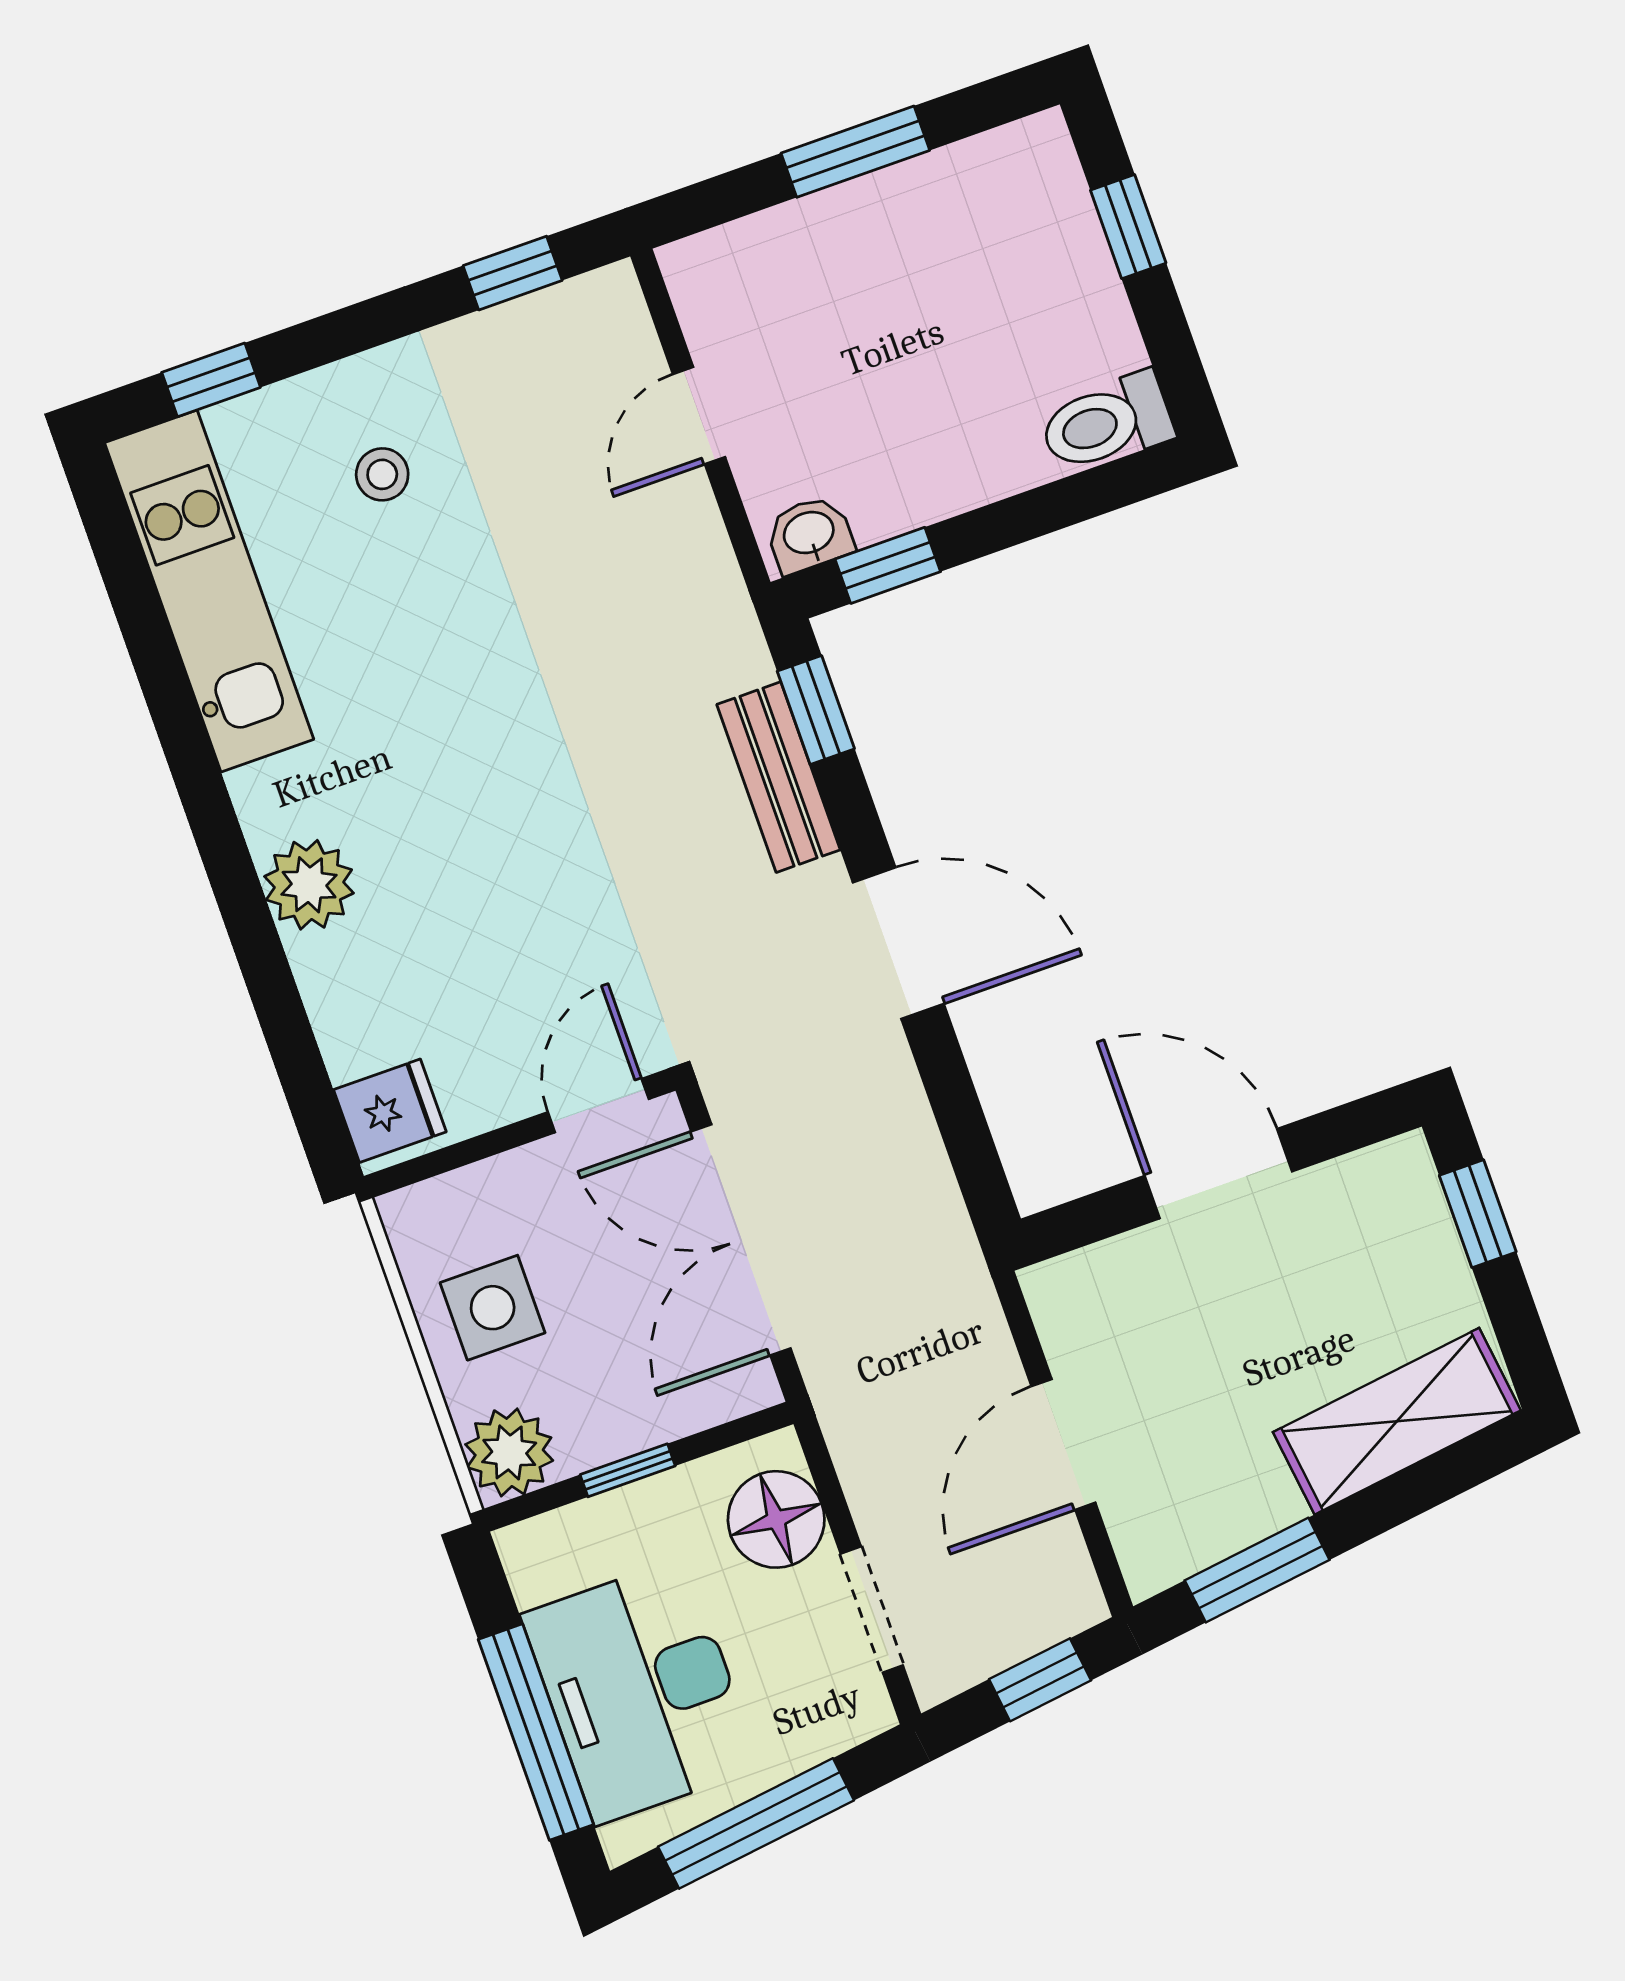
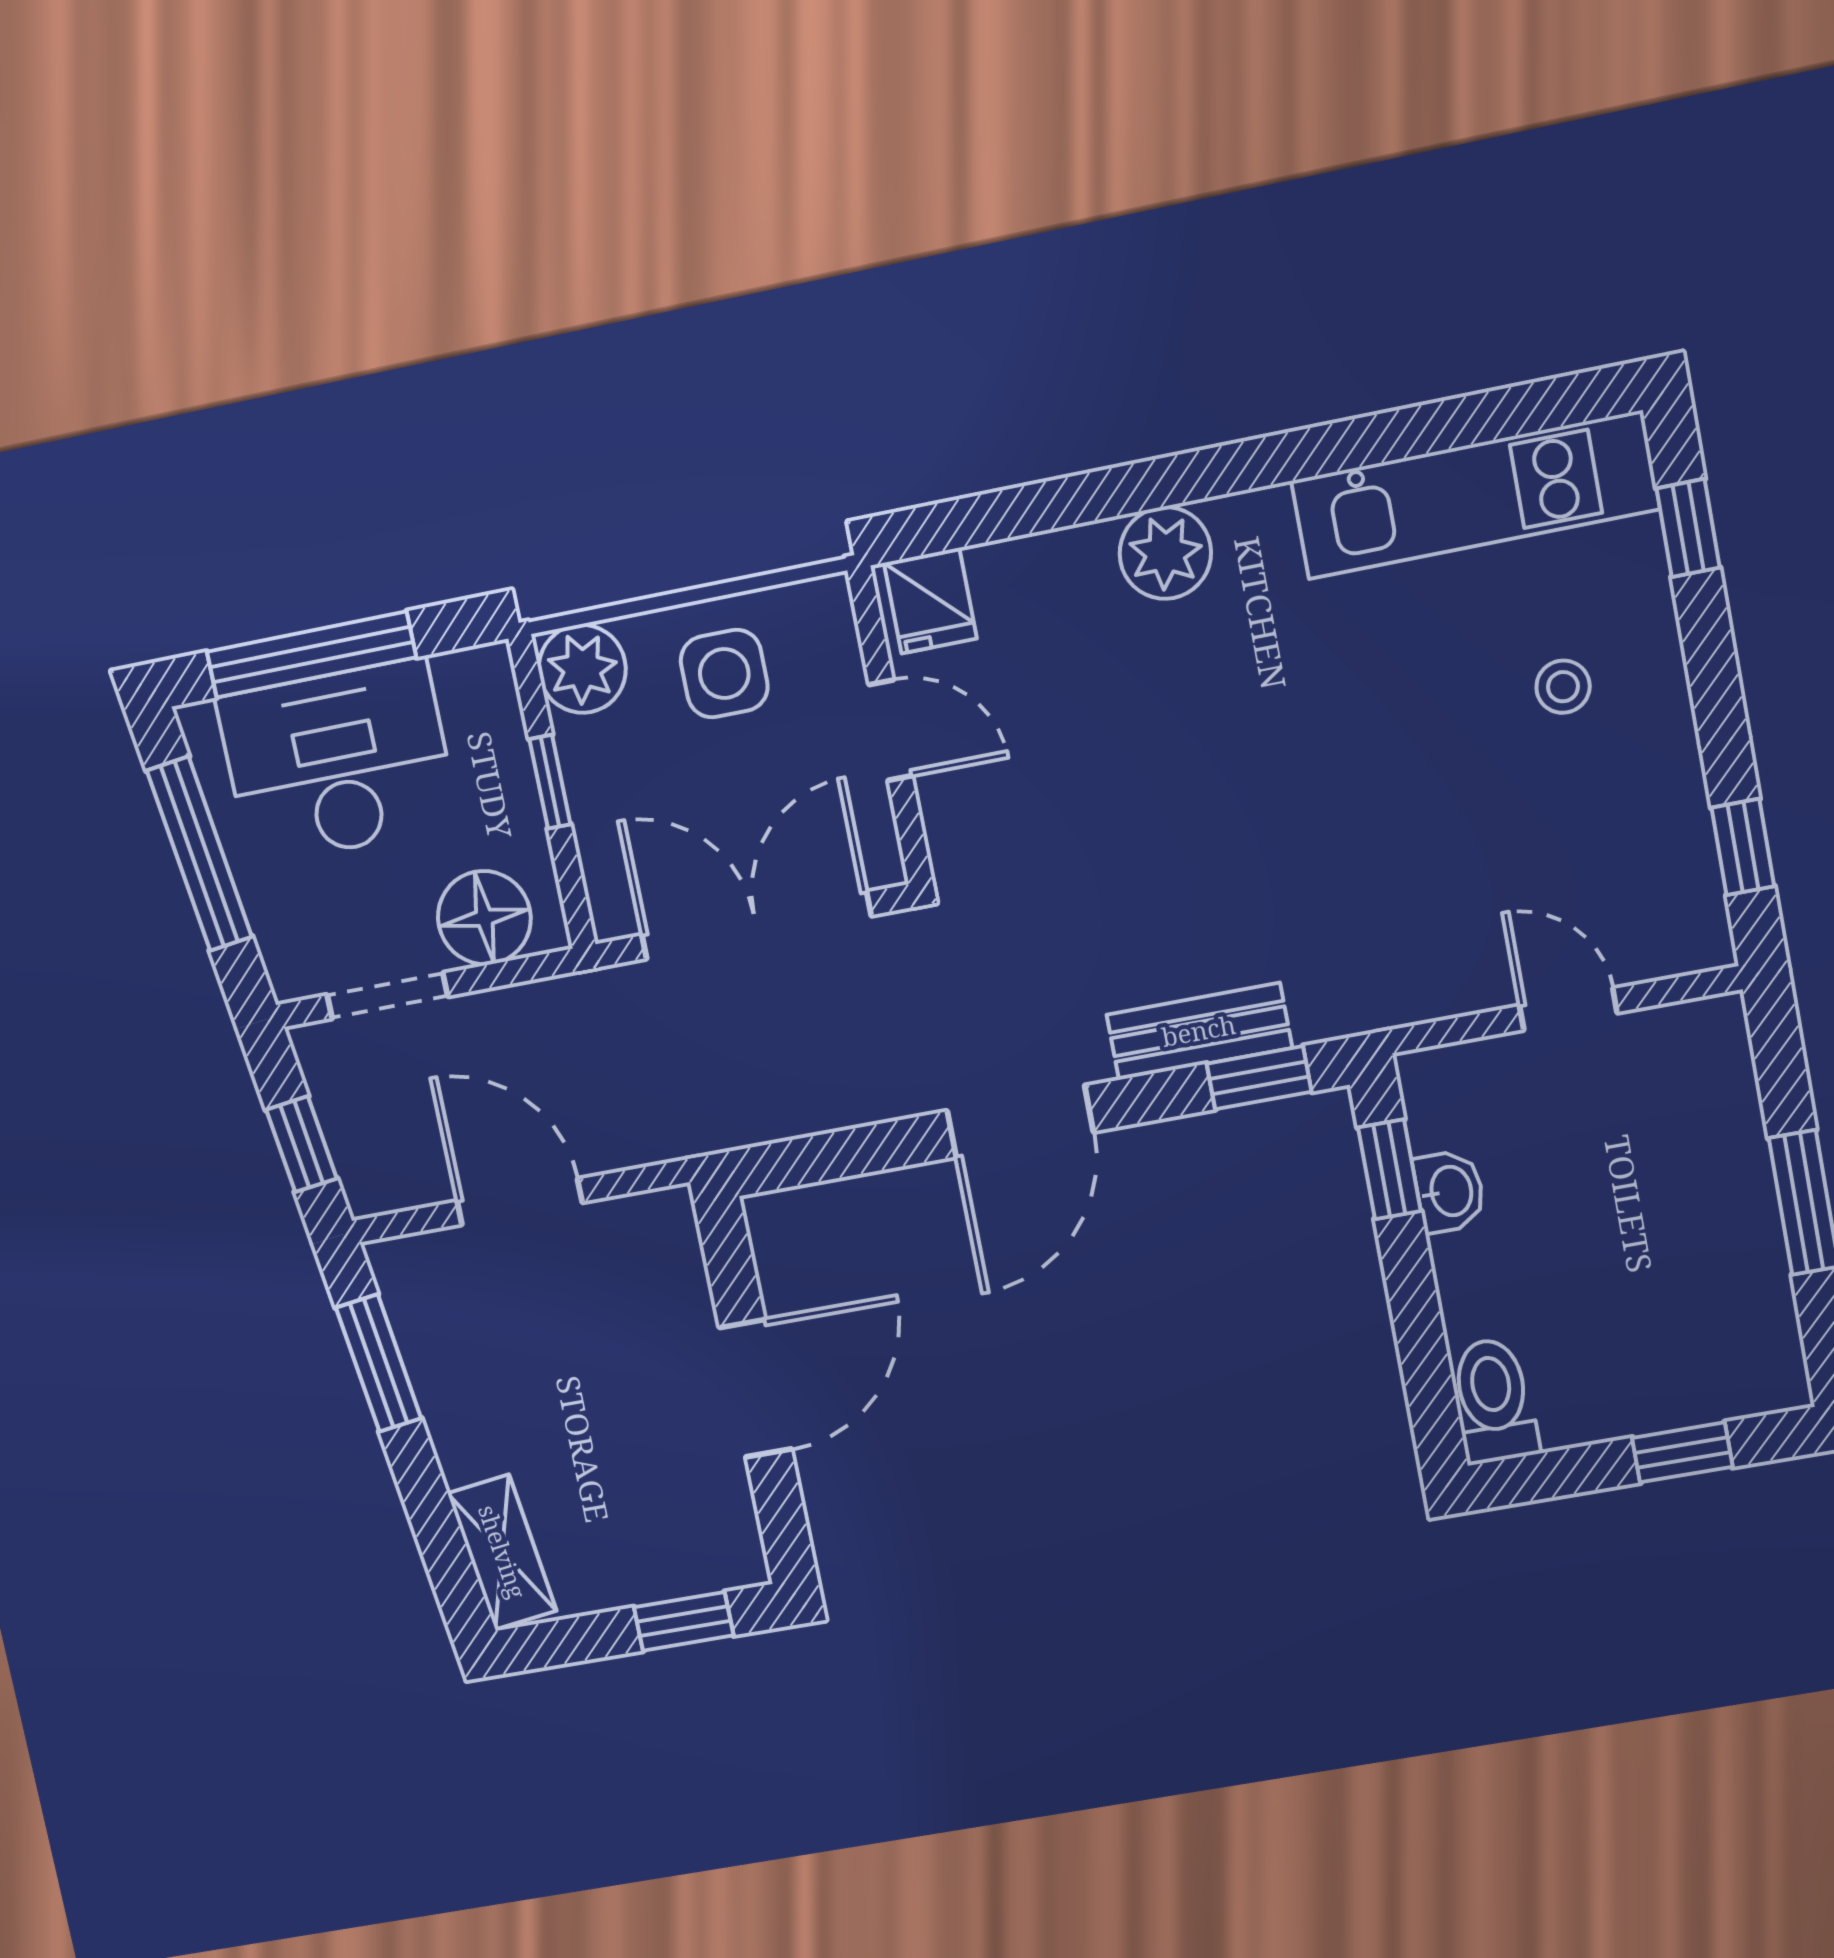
washbasin: (809, 534) -> (1449, 1191), moved
door: (598, 1106) -> (891, 730), moved
shelving: (1397, 1421) -> (502, 1552), width x0.67, depth x0.75

